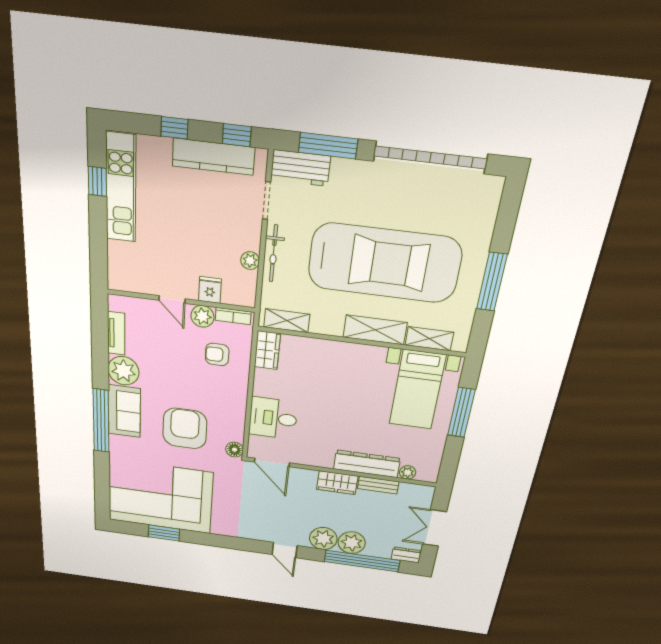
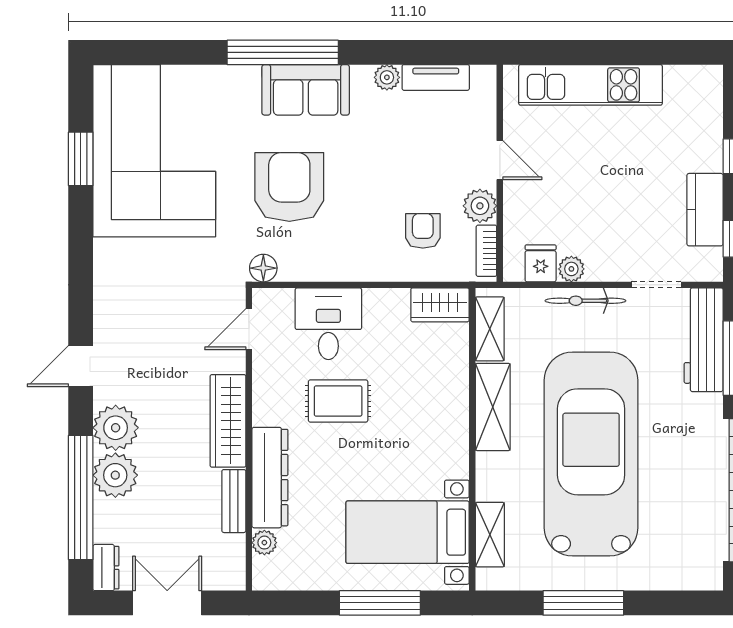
kitchen counter: (213, 157) -> (705, 210), width x0.67
workbench: (300, 168) -> (704, 340), width x1.38
window: (97, 181) -> (655, 52), removed
kitchen unit: (121, 188) -> (590, 85), moved
car: (384, 263) -> (591, 454), turned 180
fridge: (210, 290) -> (541, 263), moved, turned -90
door: (172, 300) -> (500, 160), swing flipped
shelving: (375, 330) -> (493, 407), moved
plant: (123, 371) -> (387, 77), width x0.53, depth x0.53
rug: (324, 419) -> (338, 401), added
armchair: (185, 428) -> (289, 187), turned -90
door: (272, 462) -> (249, 329), width x0.73
wardrobe: (337, 483) -> (228, 421), width x1.50

